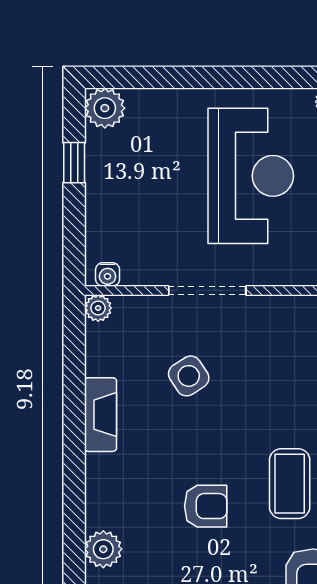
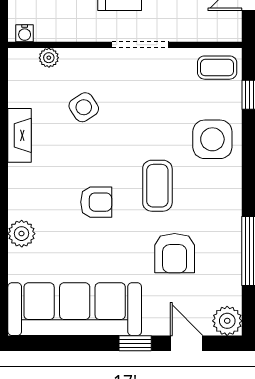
doorway: (207, 290) -> (140, 45), moved
plant: (98, 308) -> (49, 58), moved

